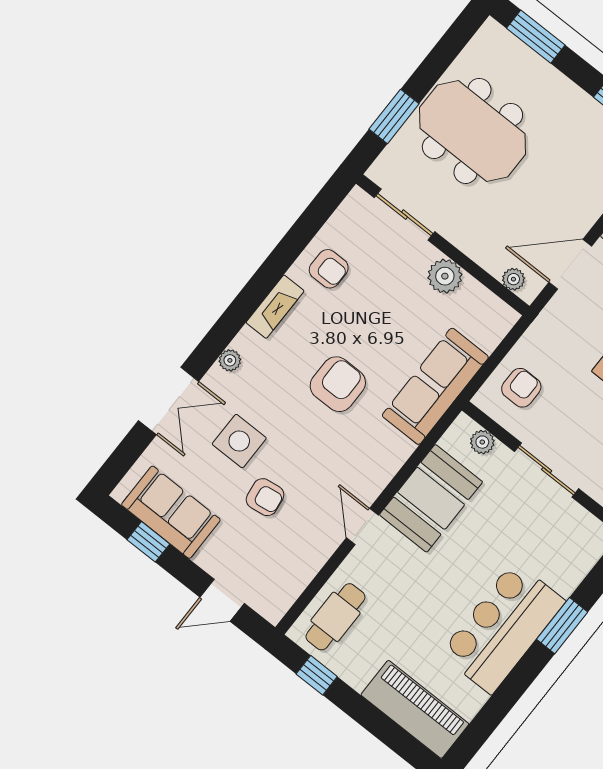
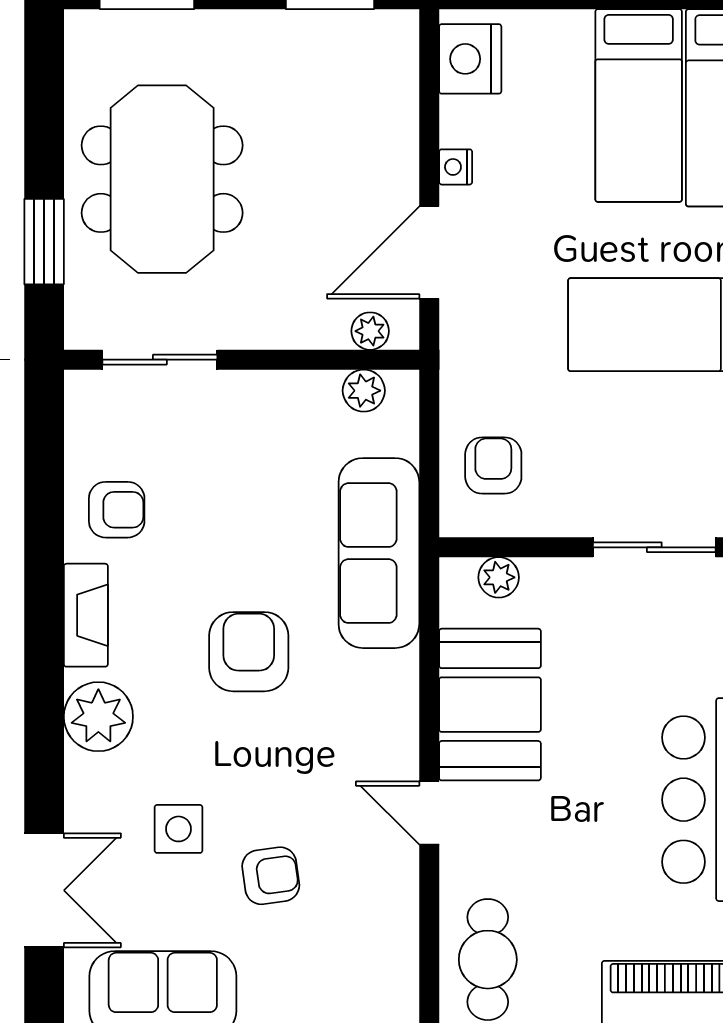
meeting table: (472, 131) -> (162, 179), turned 90
plant: (445, 276) -> (364, 391), moved, width x0.73, depth x0.73
plant: (230, 360) -> (98, 717), width x1.88, depth x1.88
double door: (169, 401) -> (44, 890), moved
side table: (239, 441) -> (178, 829), width x0.73, depth x0.73
sliding door: (547, 470) -> (654, 547), moved

